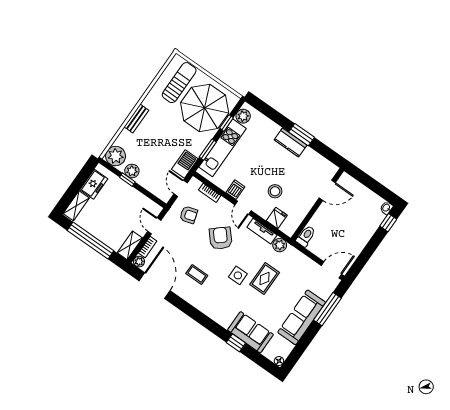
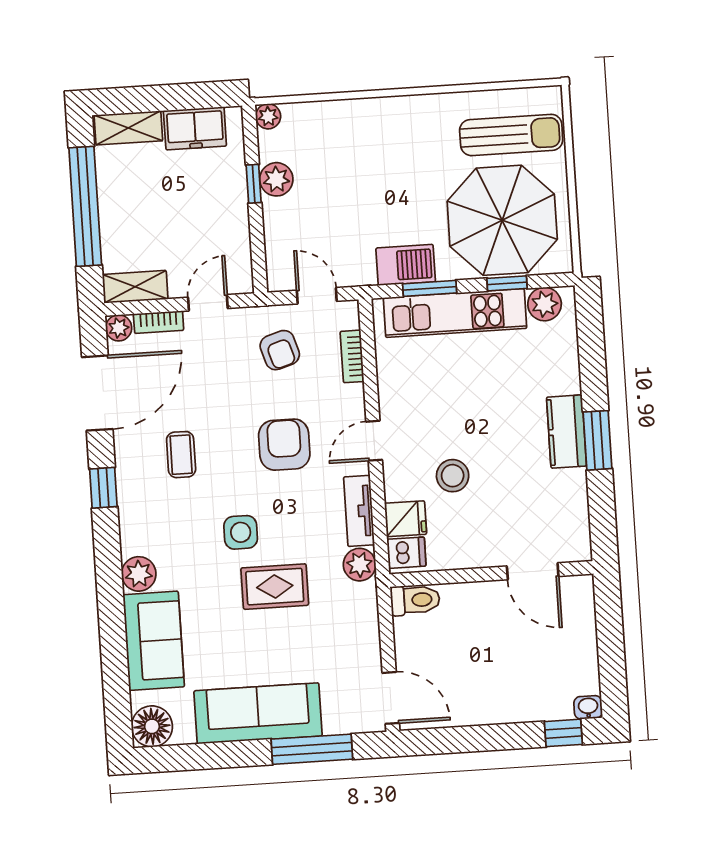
bench: (136, 119) -> (381, 109), removed
plant: (116, 156) -> (268, 116), width x0.53, depth x0.53
barbecue: (185, 164) -> (406, 265), moved
door: (181, 188) -> (317, 296), hinge flipped
dishwasher: (235, 190) -> (406, 553), moved
armchair: (221, 238) -> (284, 445), turned -49
plant: (225, 320) -> (139, 574), added
window: (236, 343) -> (103, 488), moved
floor lamp: (279, 361) -> (152, 726), width x1.89, depth x1.89

